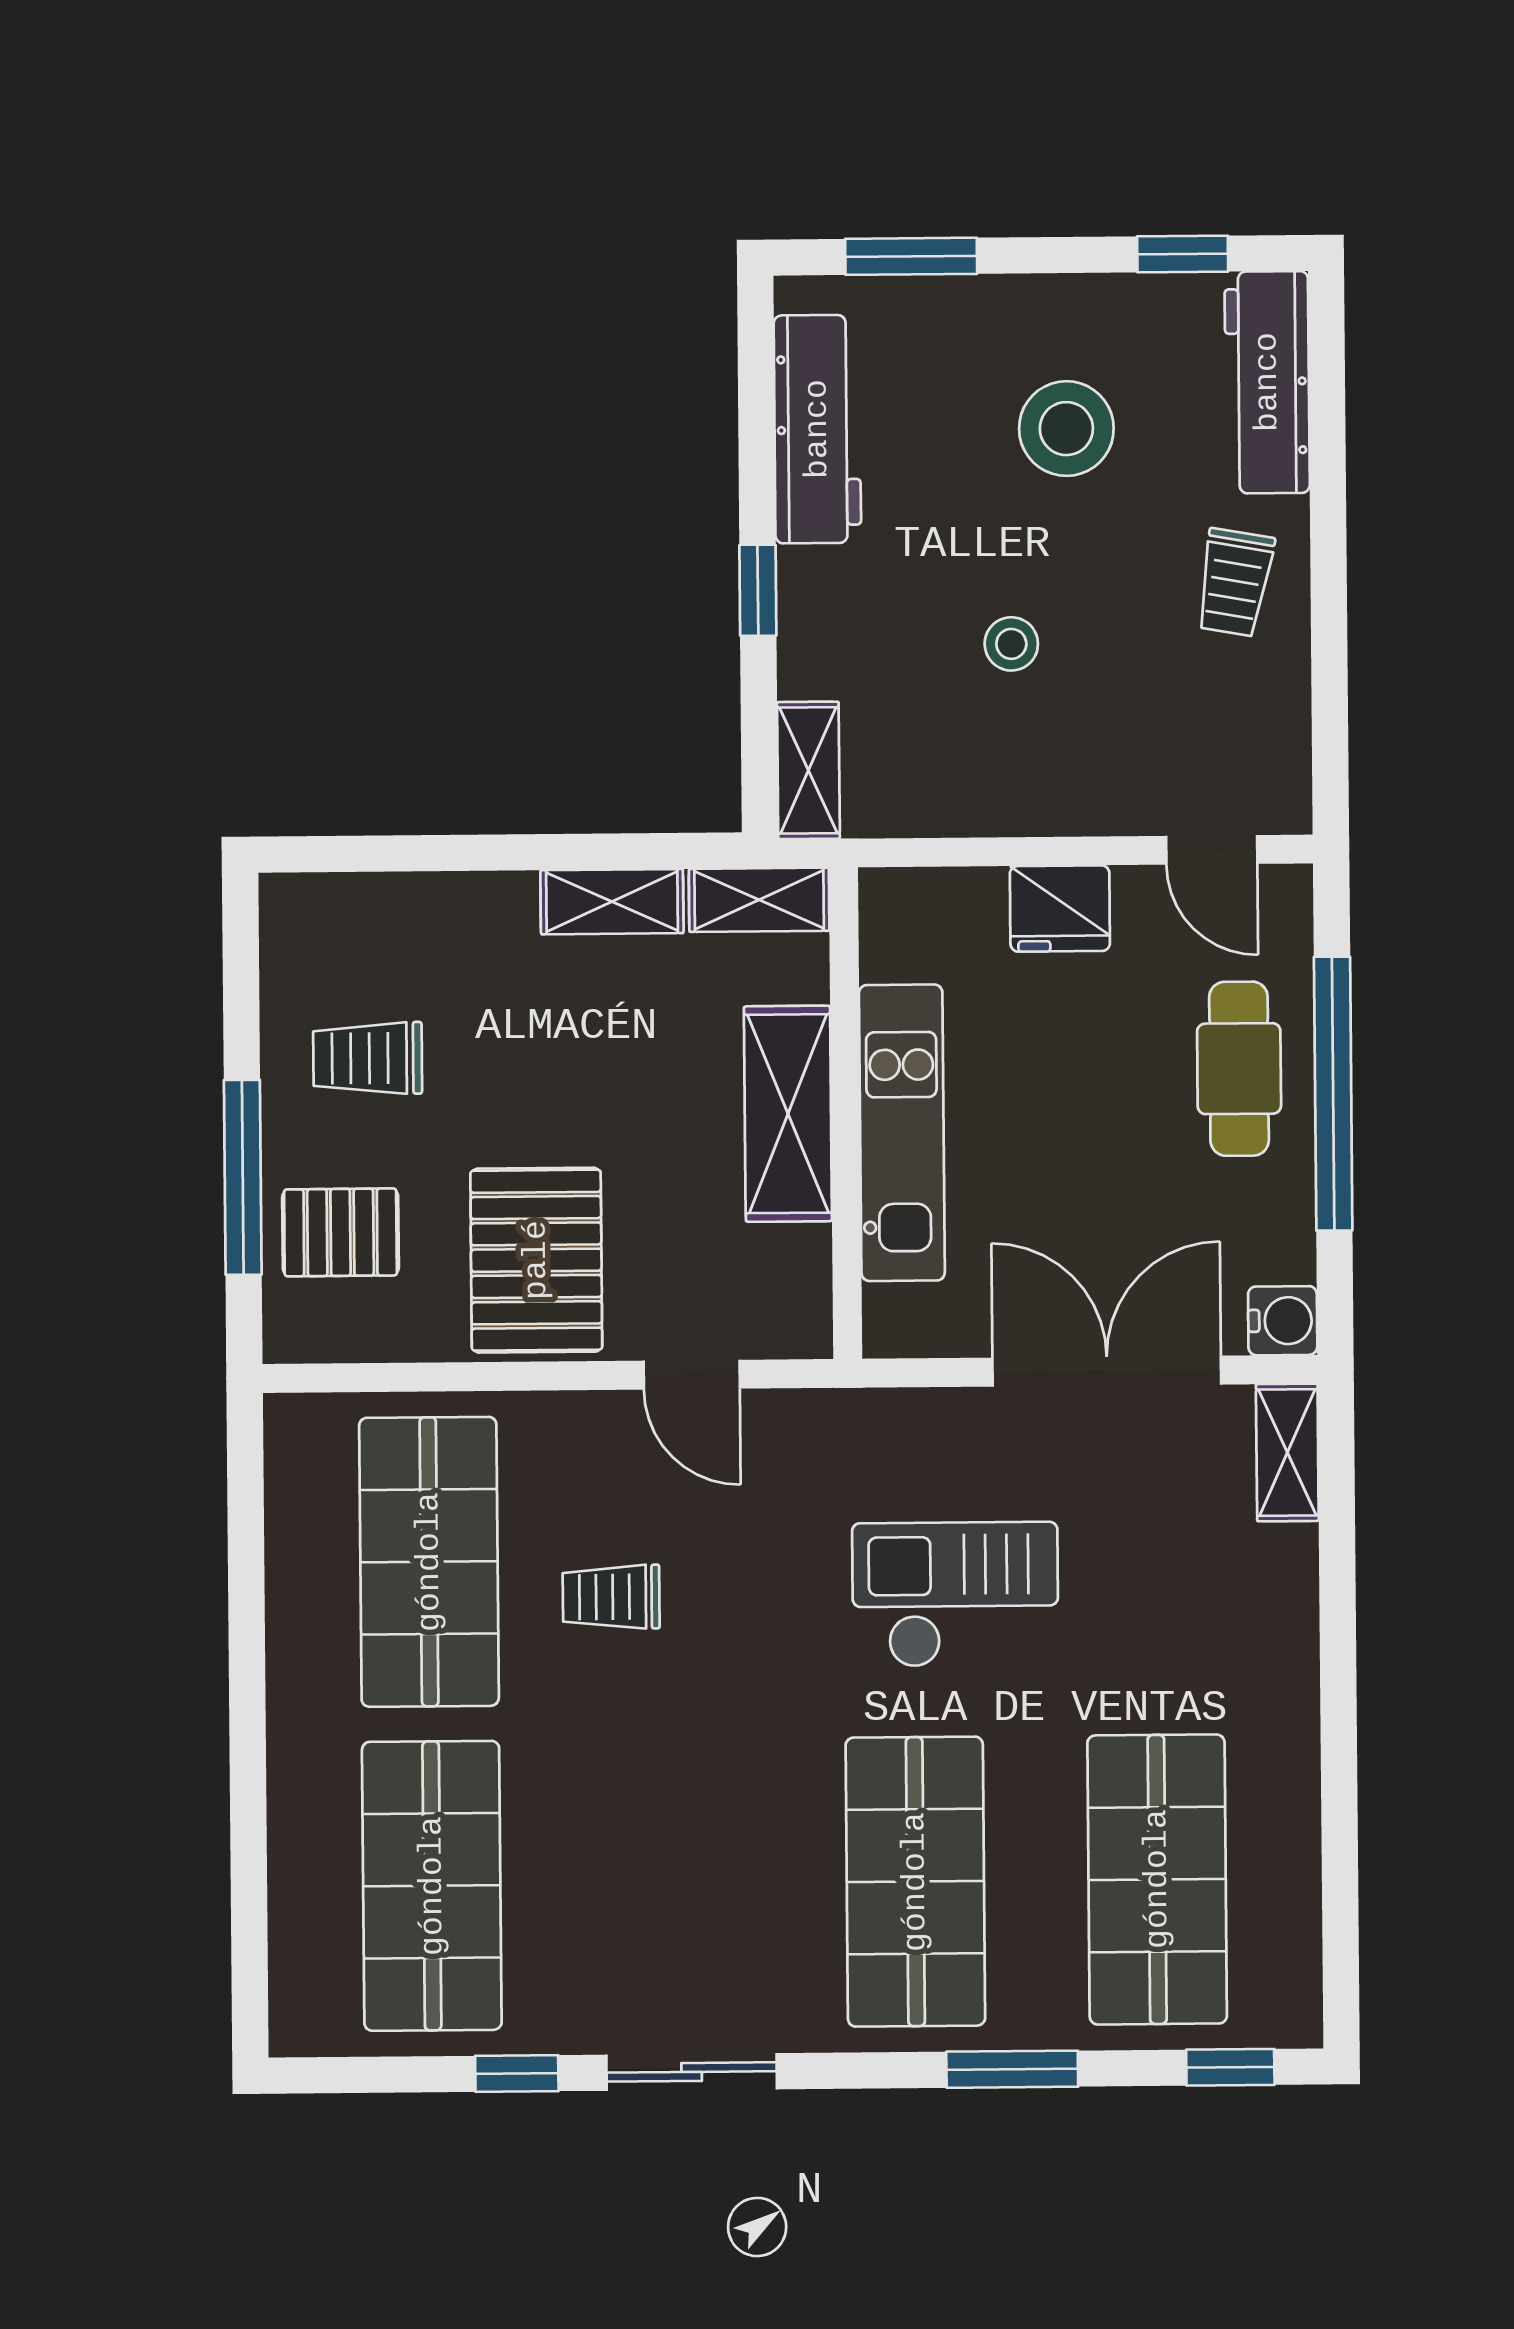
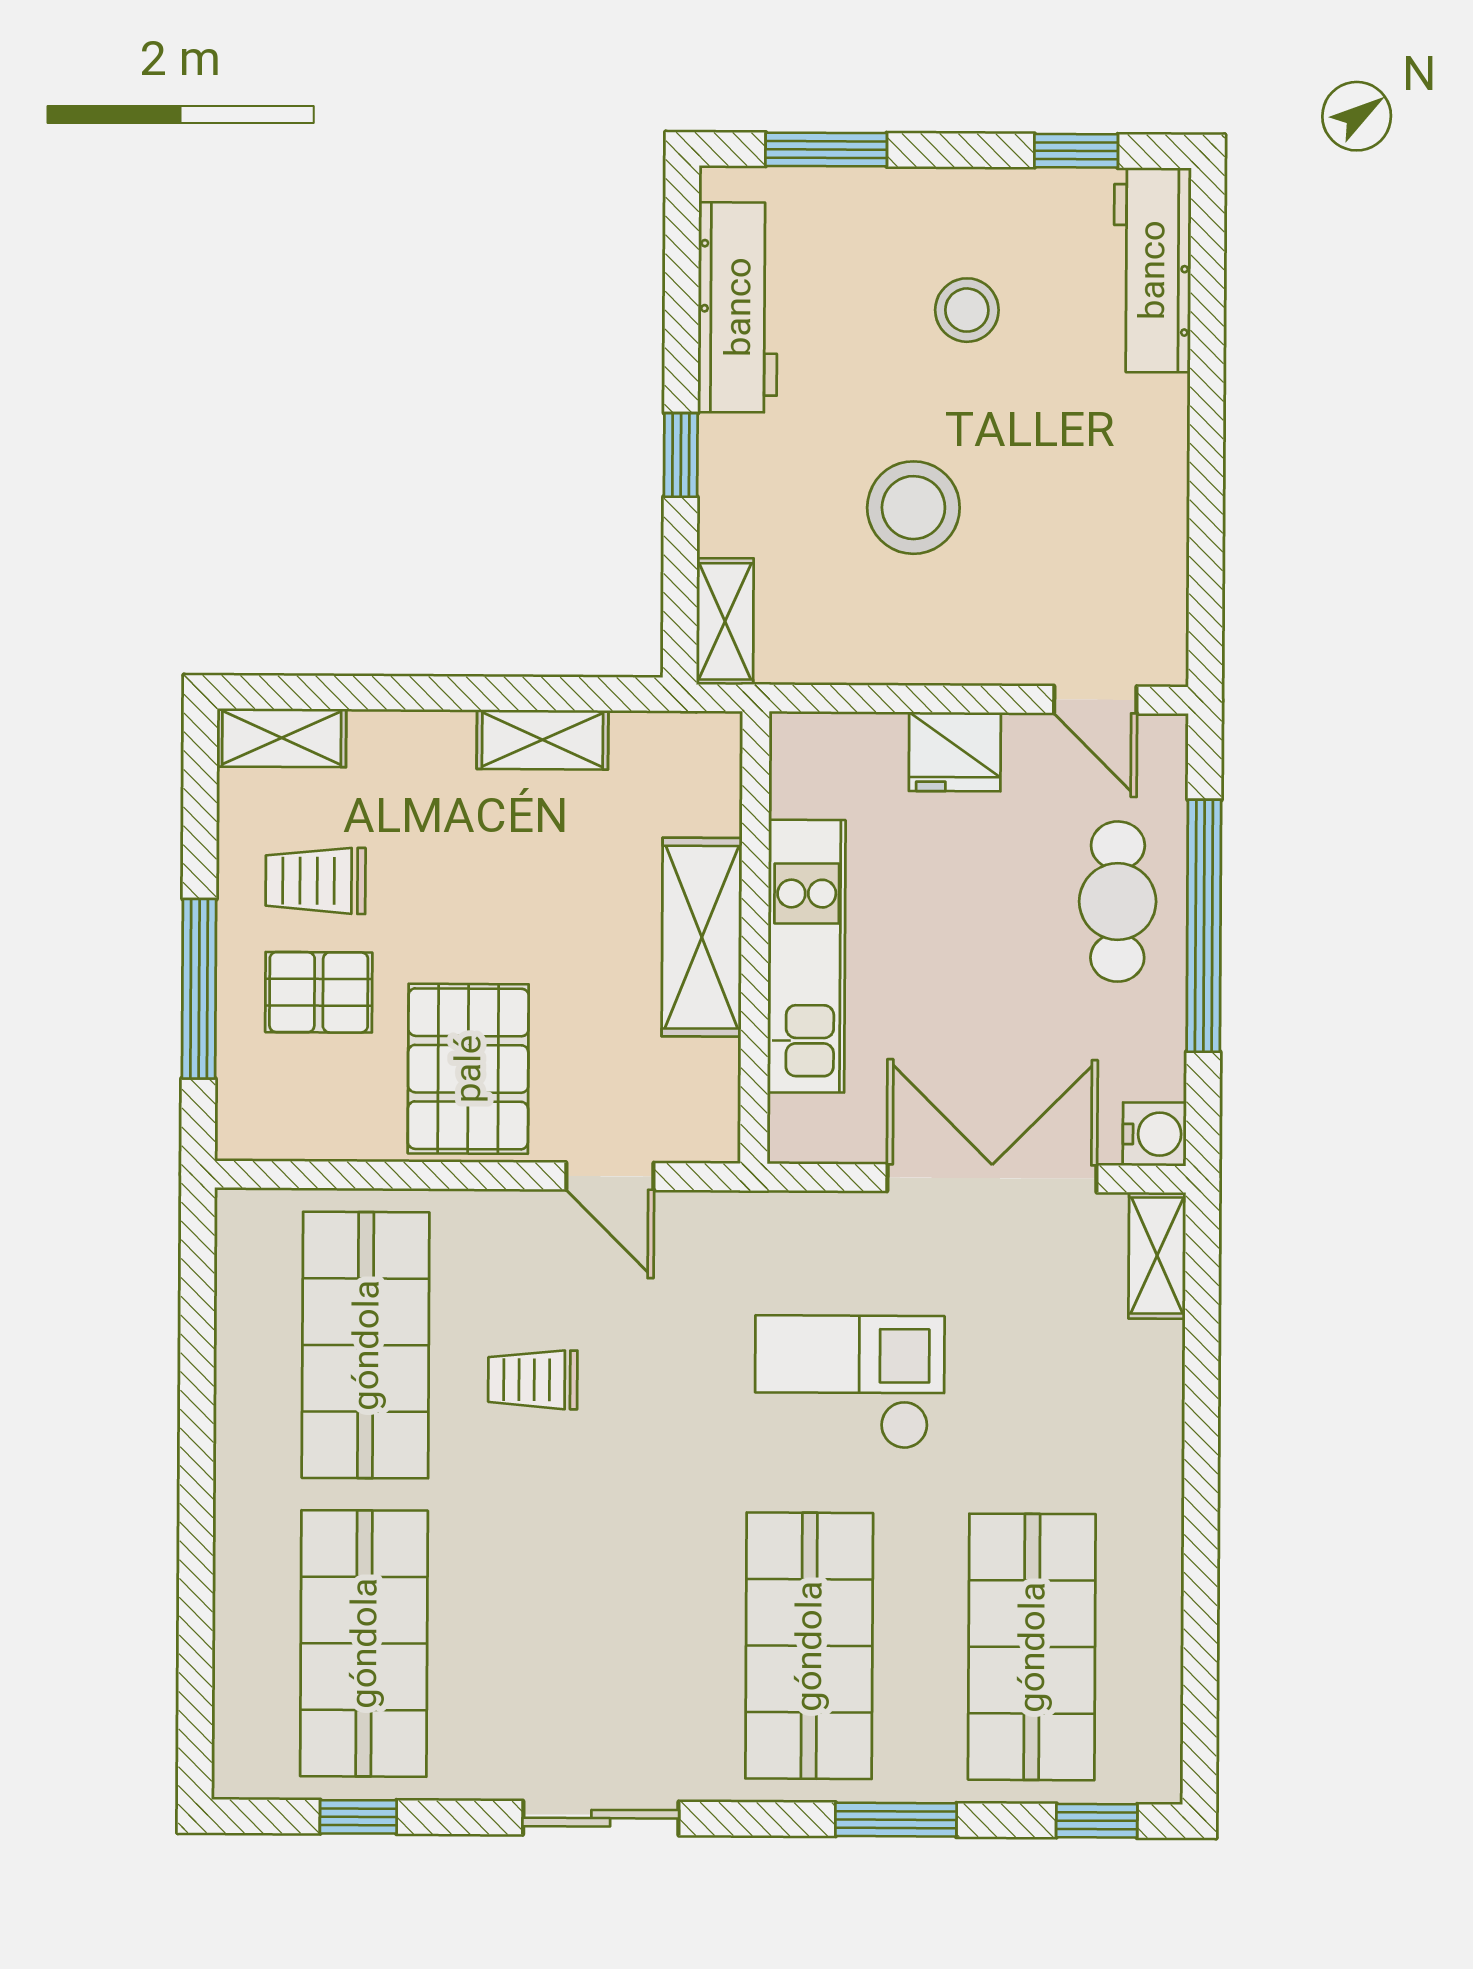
stool: (1066, 429) -> (967, 310), width x0.73, depth x0.73
trolley: (1235, 582) -> (1120, 454), removed
stool: (1011, 644) -> (913, 508), width x1.89, depth x1.89
shelving: (759, 900) -> (282, 738), moved
pallet: (340, 1232) -> (319, 992), moved
window: (517, 2074) -> (358, 1817), moved

